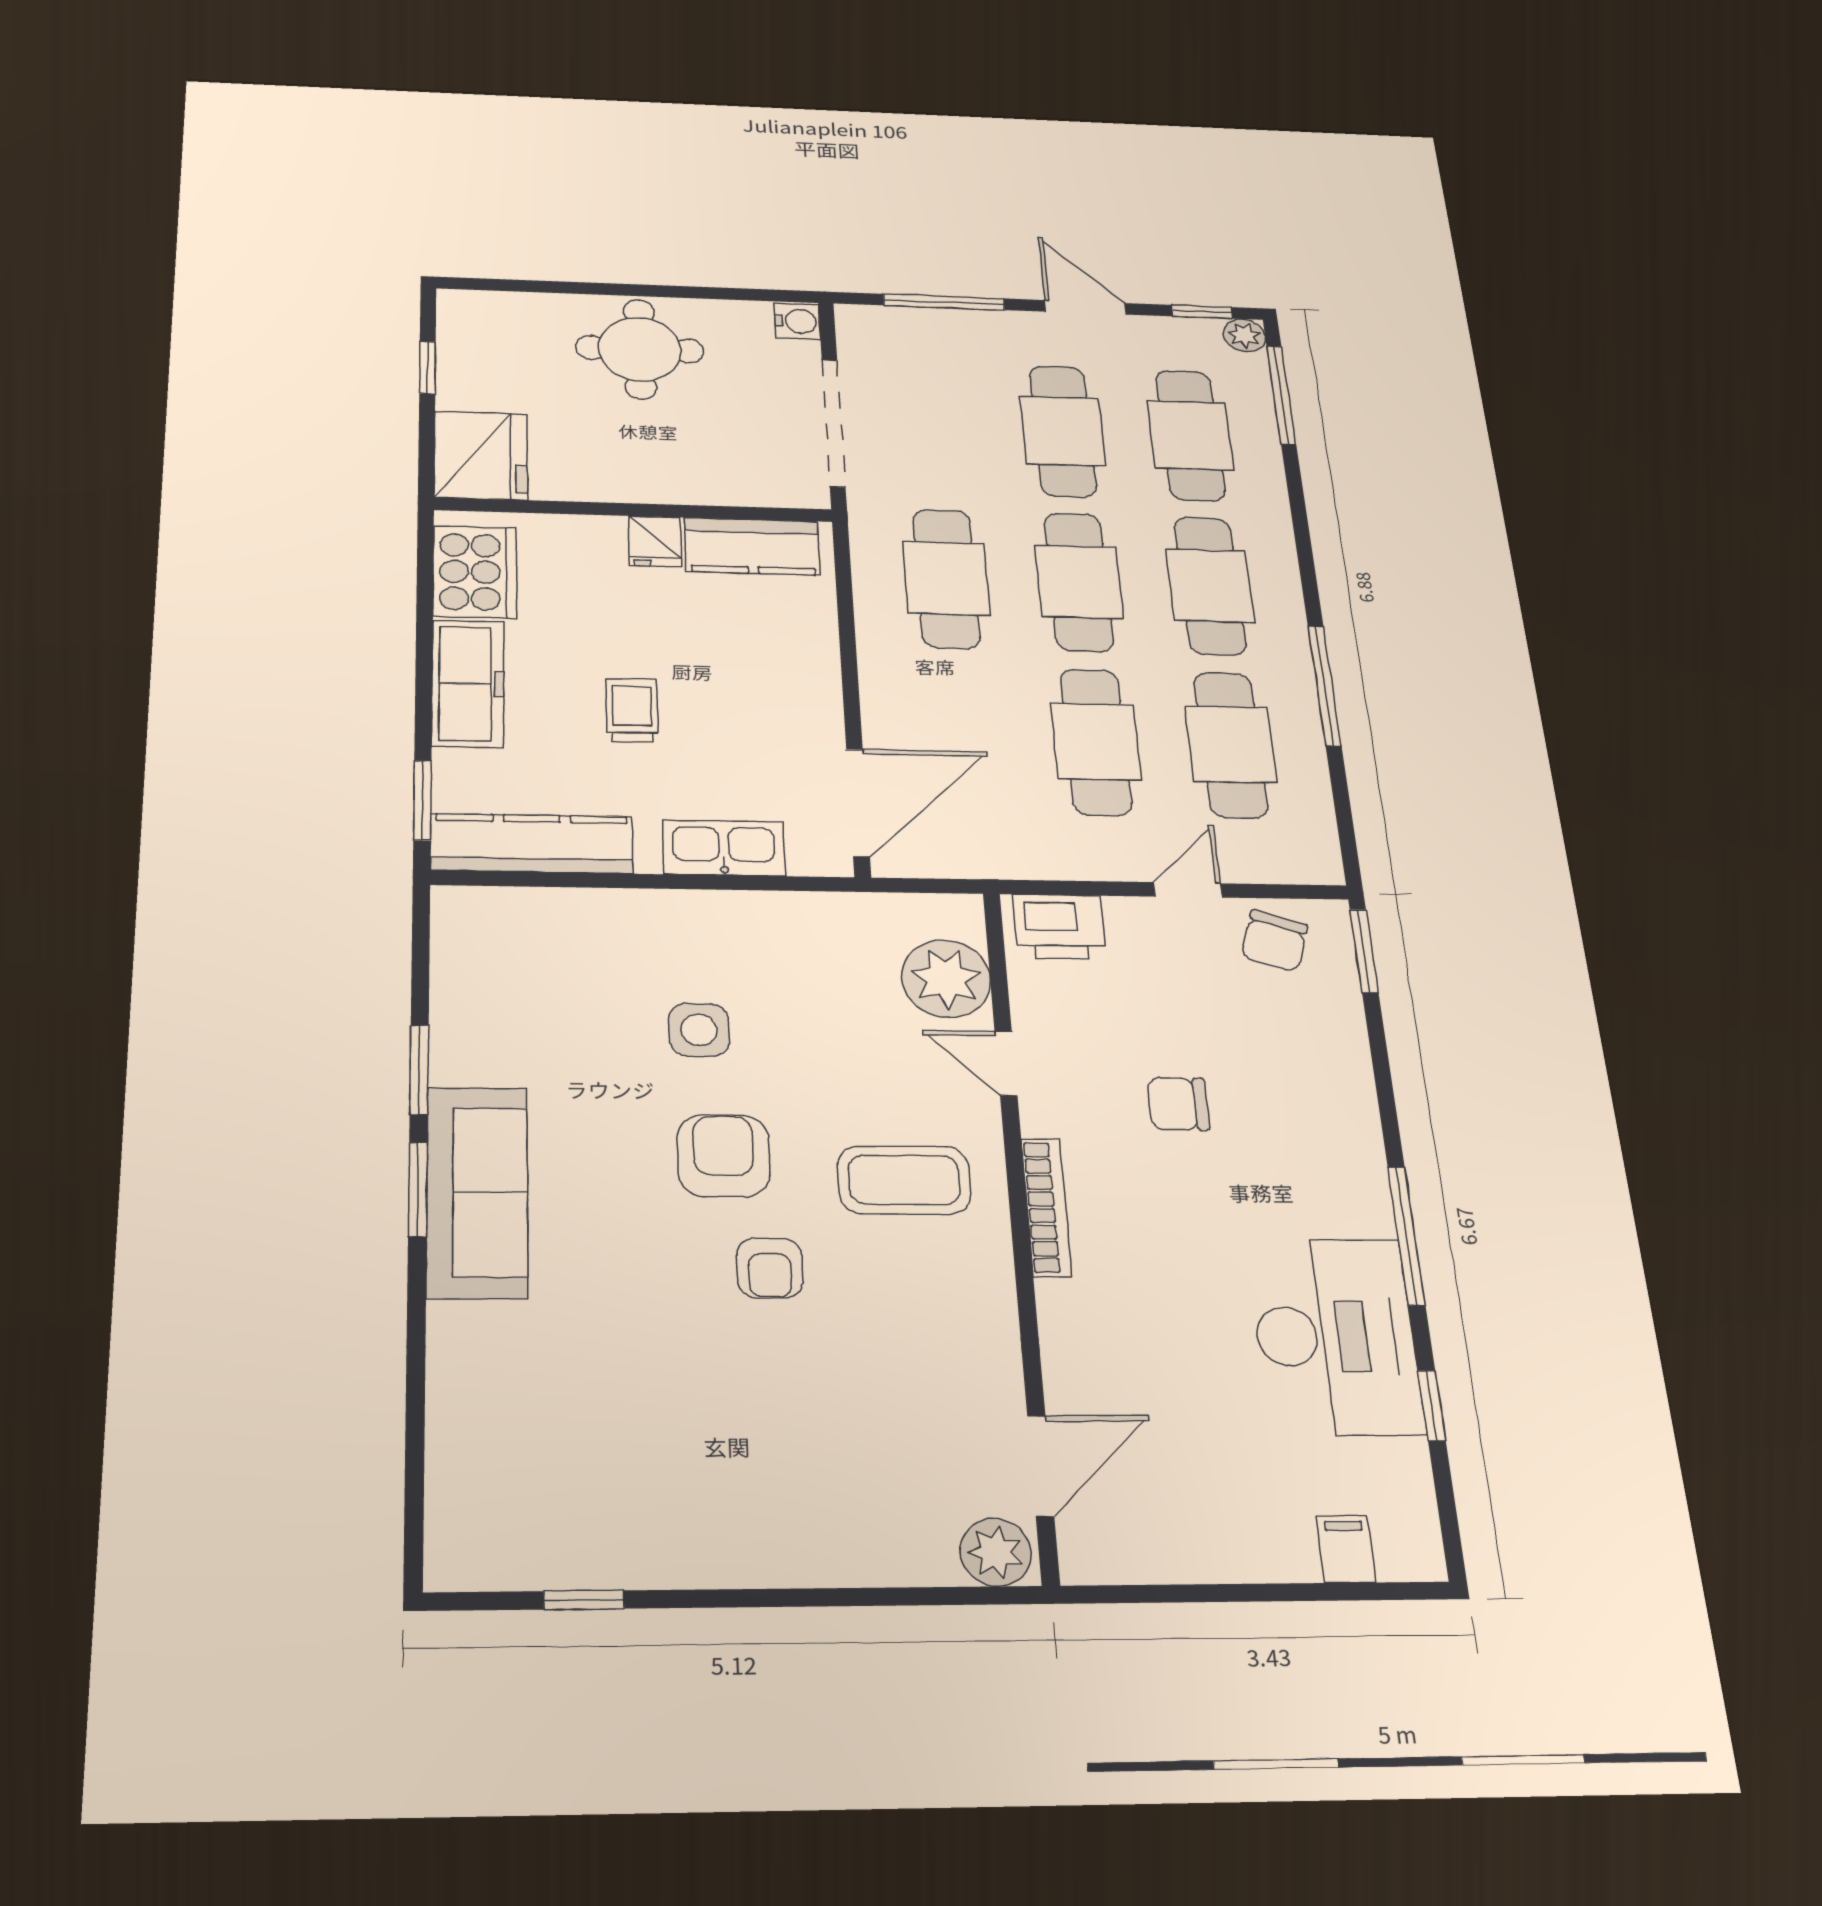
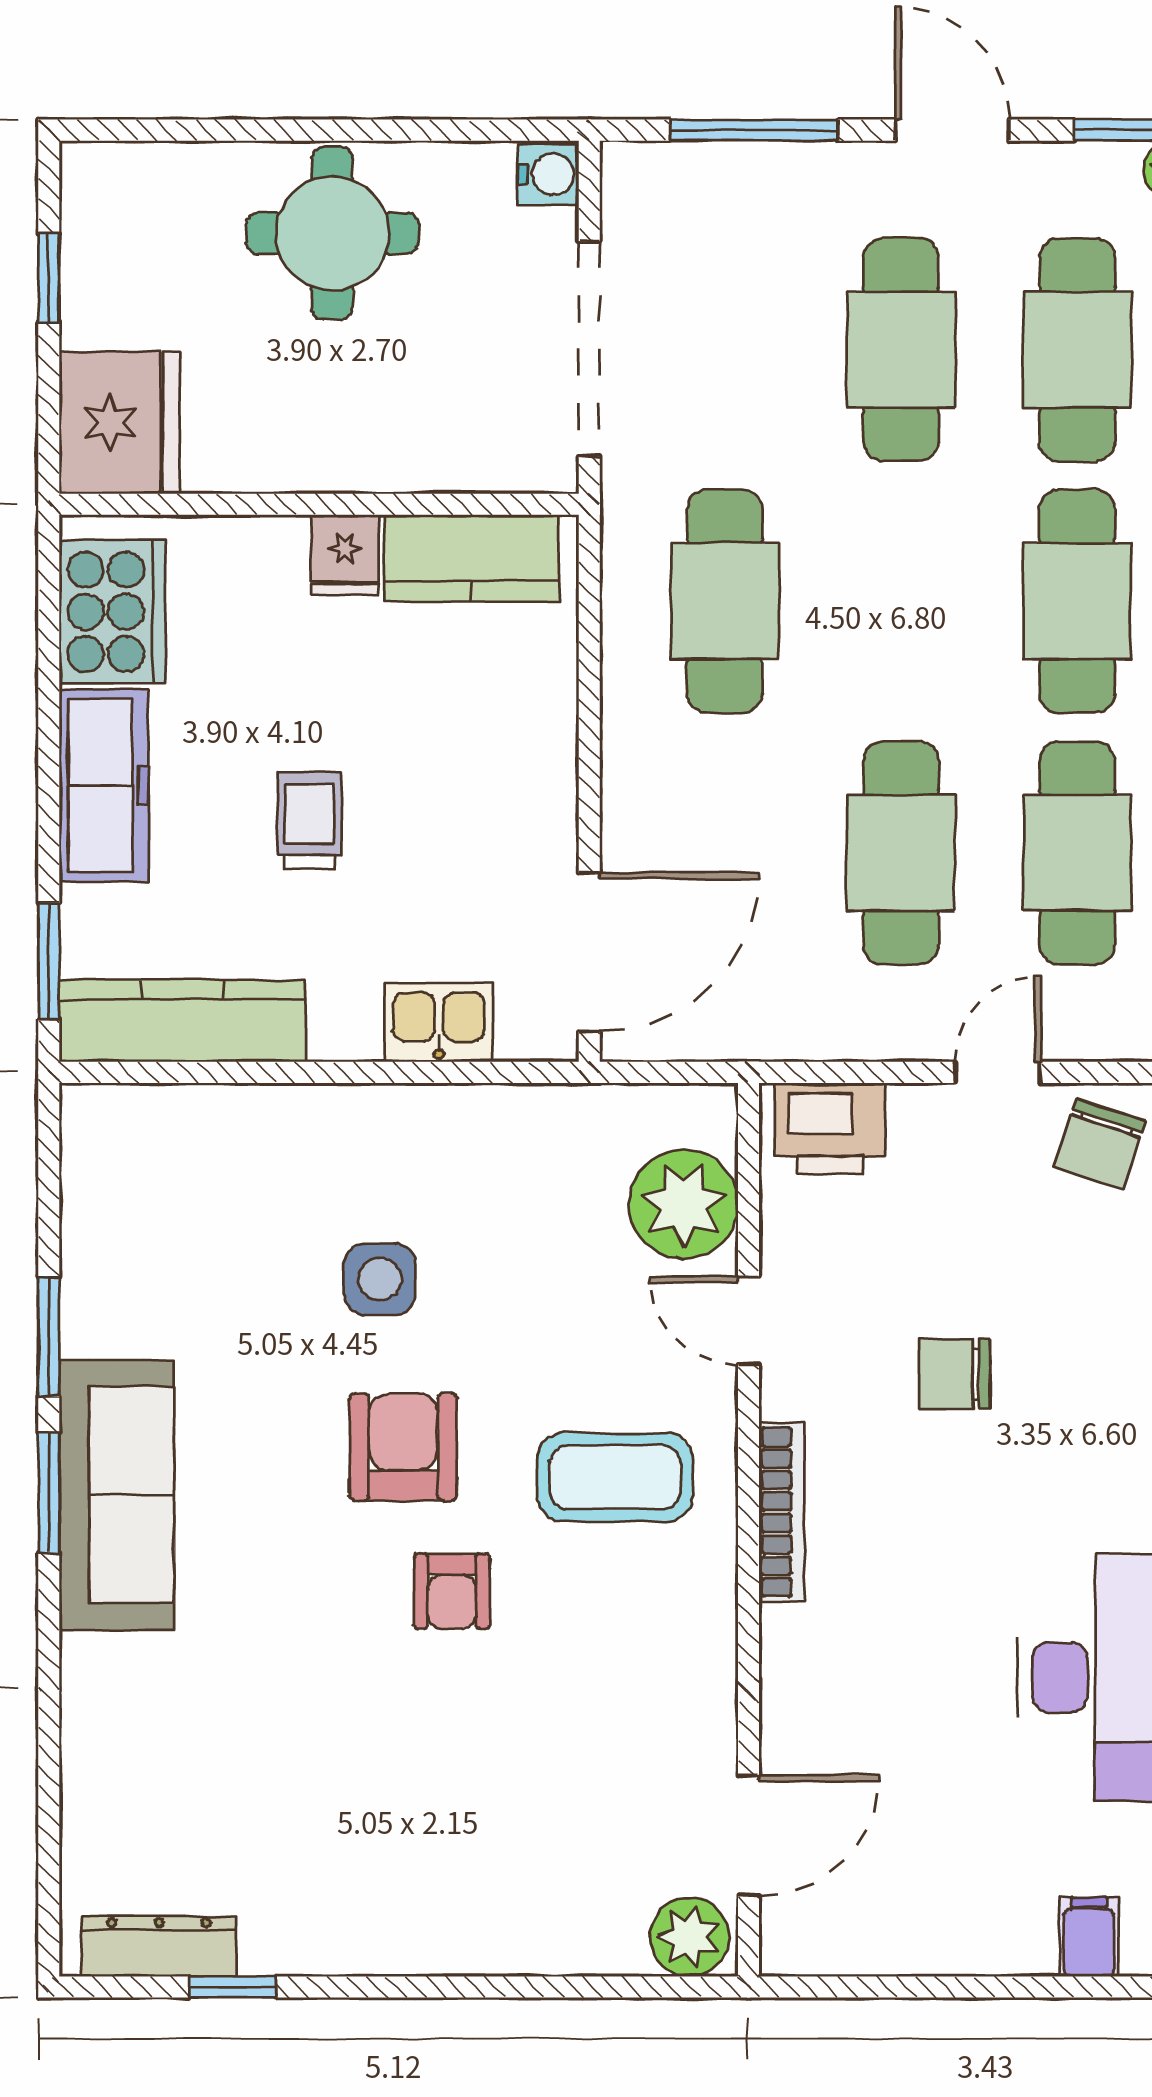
cafe table: (1079, 582) -> (901, 601), removed
kitchen sink: (724, 848) -> (439, 1023), width x0.73
dresser: (515, 1565) -> (159, 1946), added

